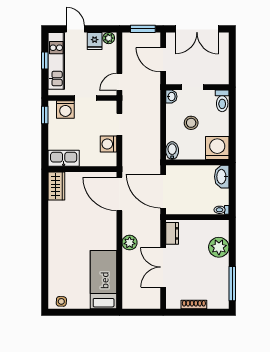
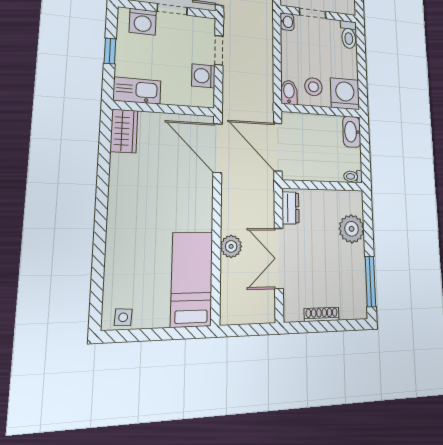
window: (45, 115) -> (110, 51), moved
stool: (191, 123) -> (313, 87), moved
plant: (130, 243) -> (231, 246), moved

